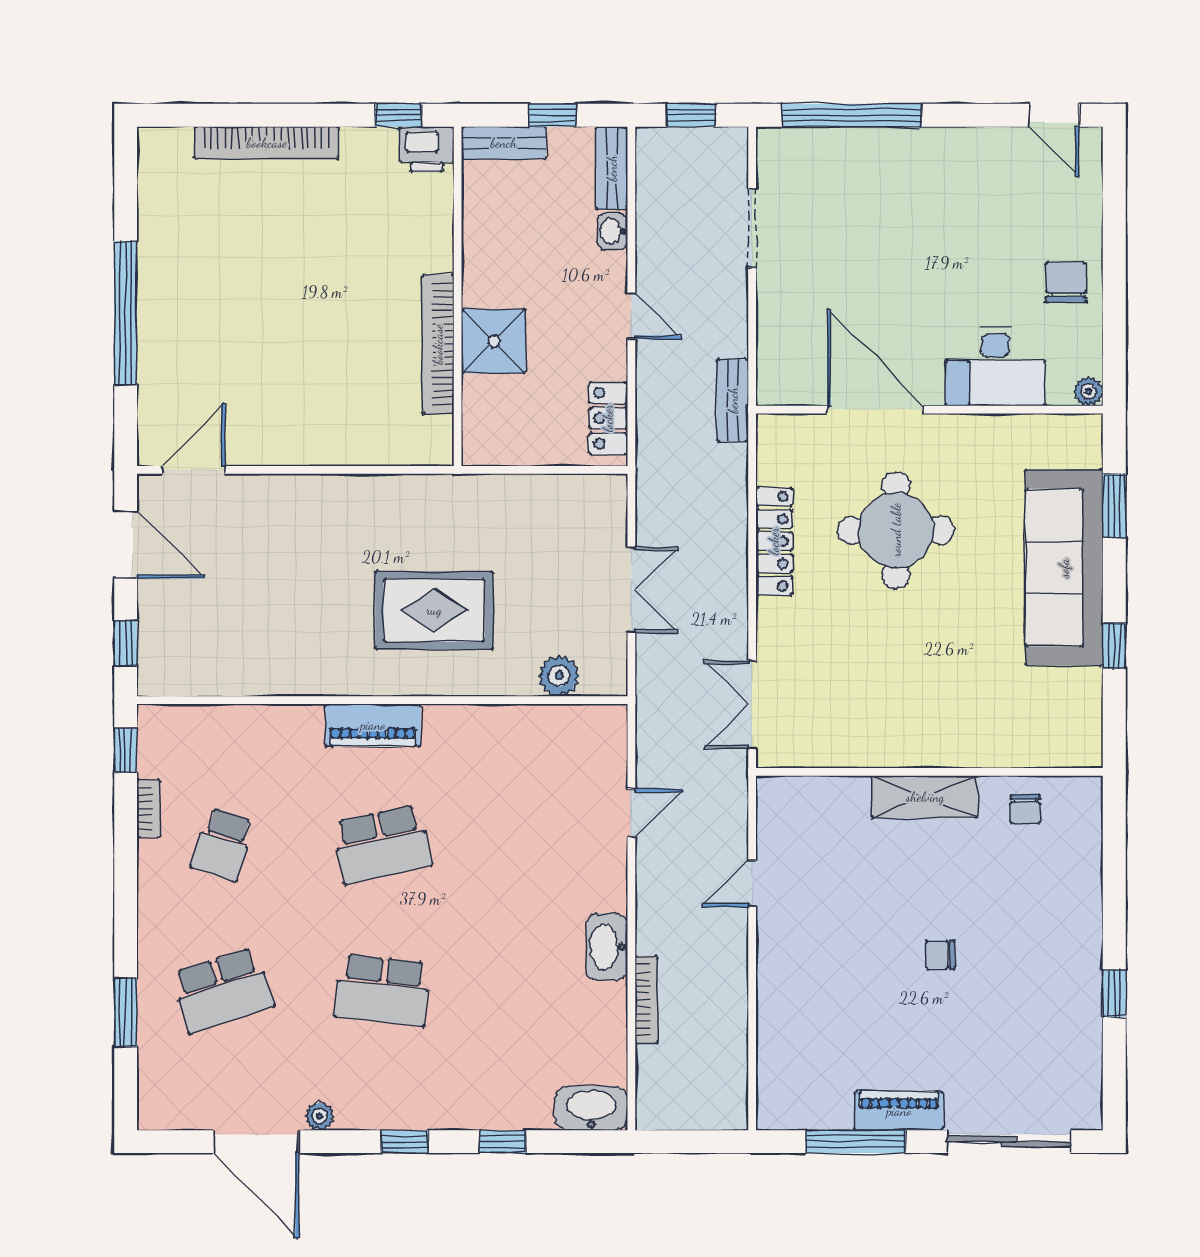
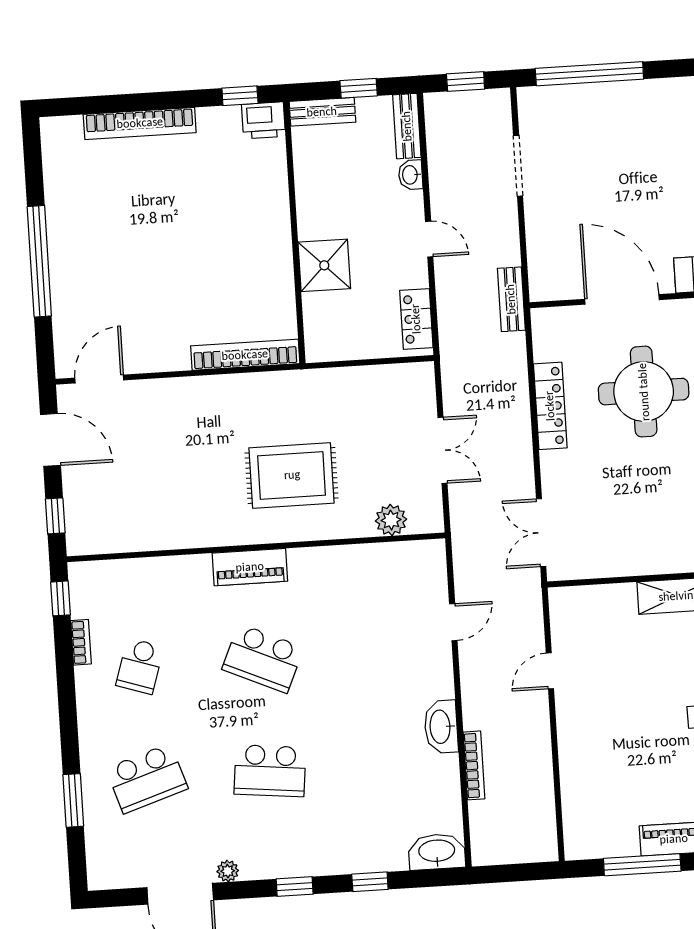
bookcase: (438, 344) -> (245, 355), moved, turned 90
school desk: (382, 844) -> (263, 658), turned 36

